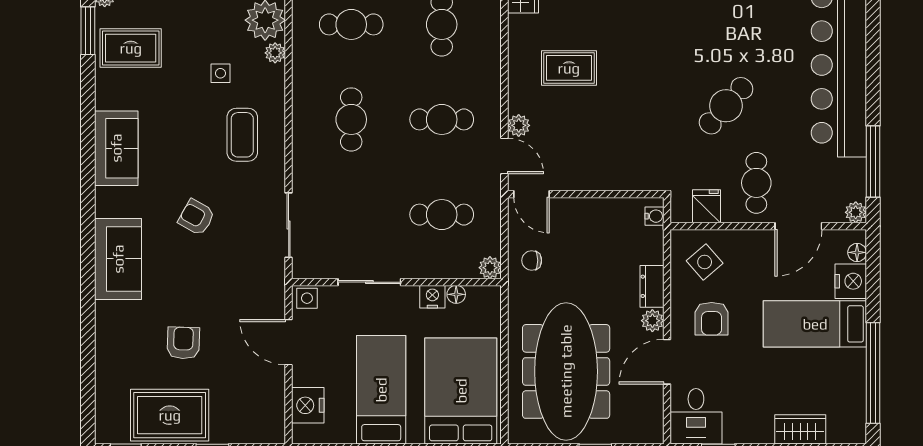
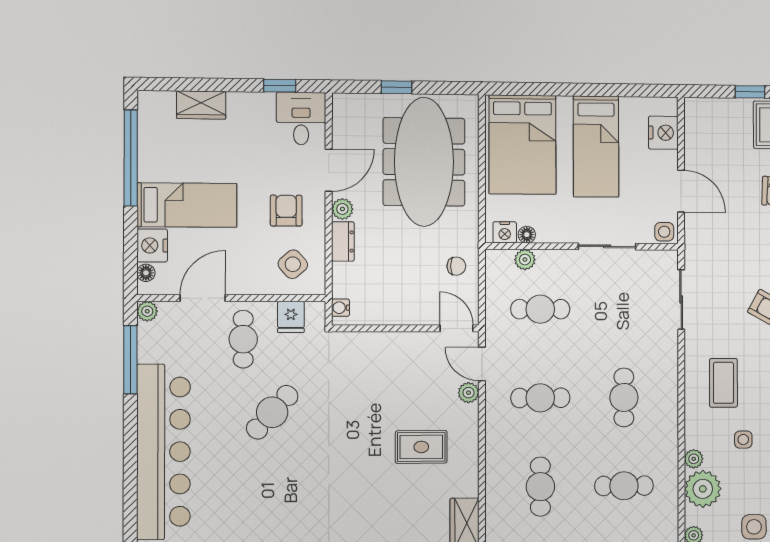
plant: (490, 268) -> (525, 260), moved
nightstand: (432, 297) -> (505, 232), moved

